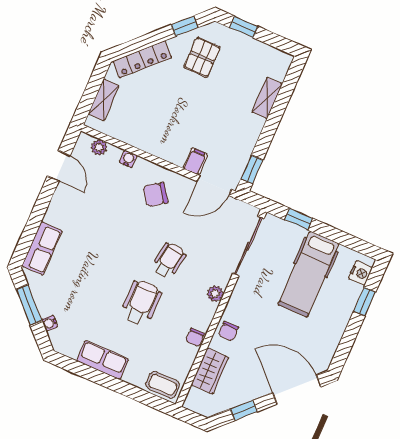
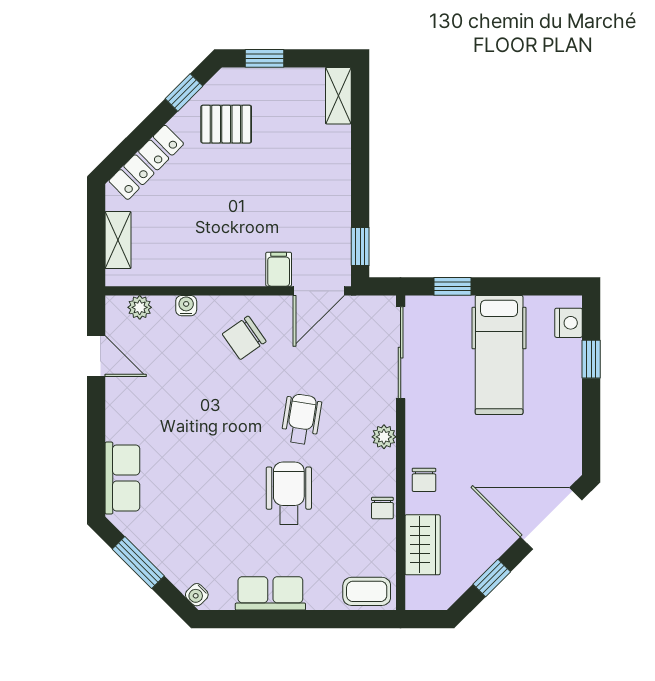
pallet: (202, 57) -> (226, 124), turned 90
shelving: (267, 98) -> (338, 96), moved
water cooler: (50, 323) -> (197, 595), moved

